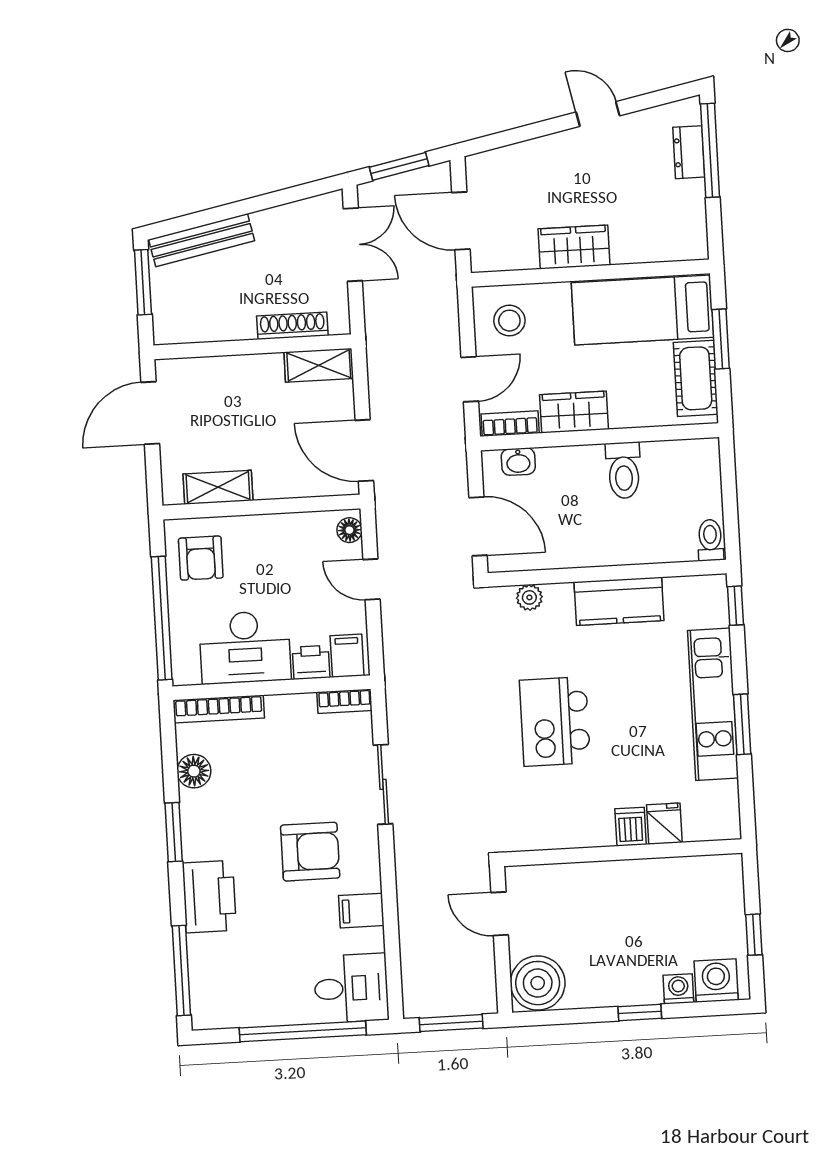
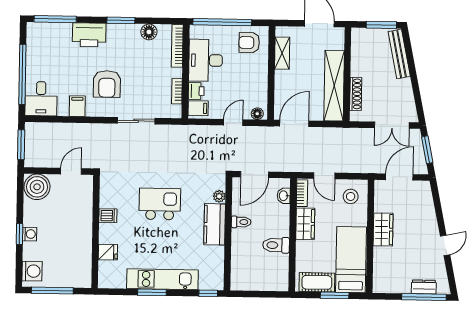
shelving: (319, 365) -> (334, 86), width x2.20, depth x1.33
toilet: (710, 540) -> (241, 222), moved
kitchen counter: (619, 601) -> (215, 224), moved
bookcase: (344, 701) -> (177, 91), moved
dishwasher: (631, 827) -> (108, 216), moved
window: (754, 935) -> (52, 291), width x2.17
washing machine: (678, 989) -> (30, 234), moved

